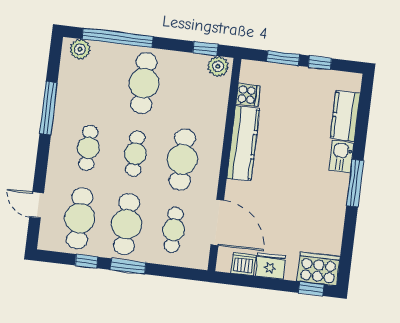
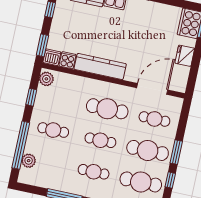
plant: (80, 49) -> (29, 161), moved
window: (205, 49) -> (31, 97), moved
window: (283, 58) -> (42, 45), moved
cafe table: (144, 83) -> (53, 130), width x0.73, depth x0.74
dishwasher: (243, 264) -> (52, 57), moved, turned 90

